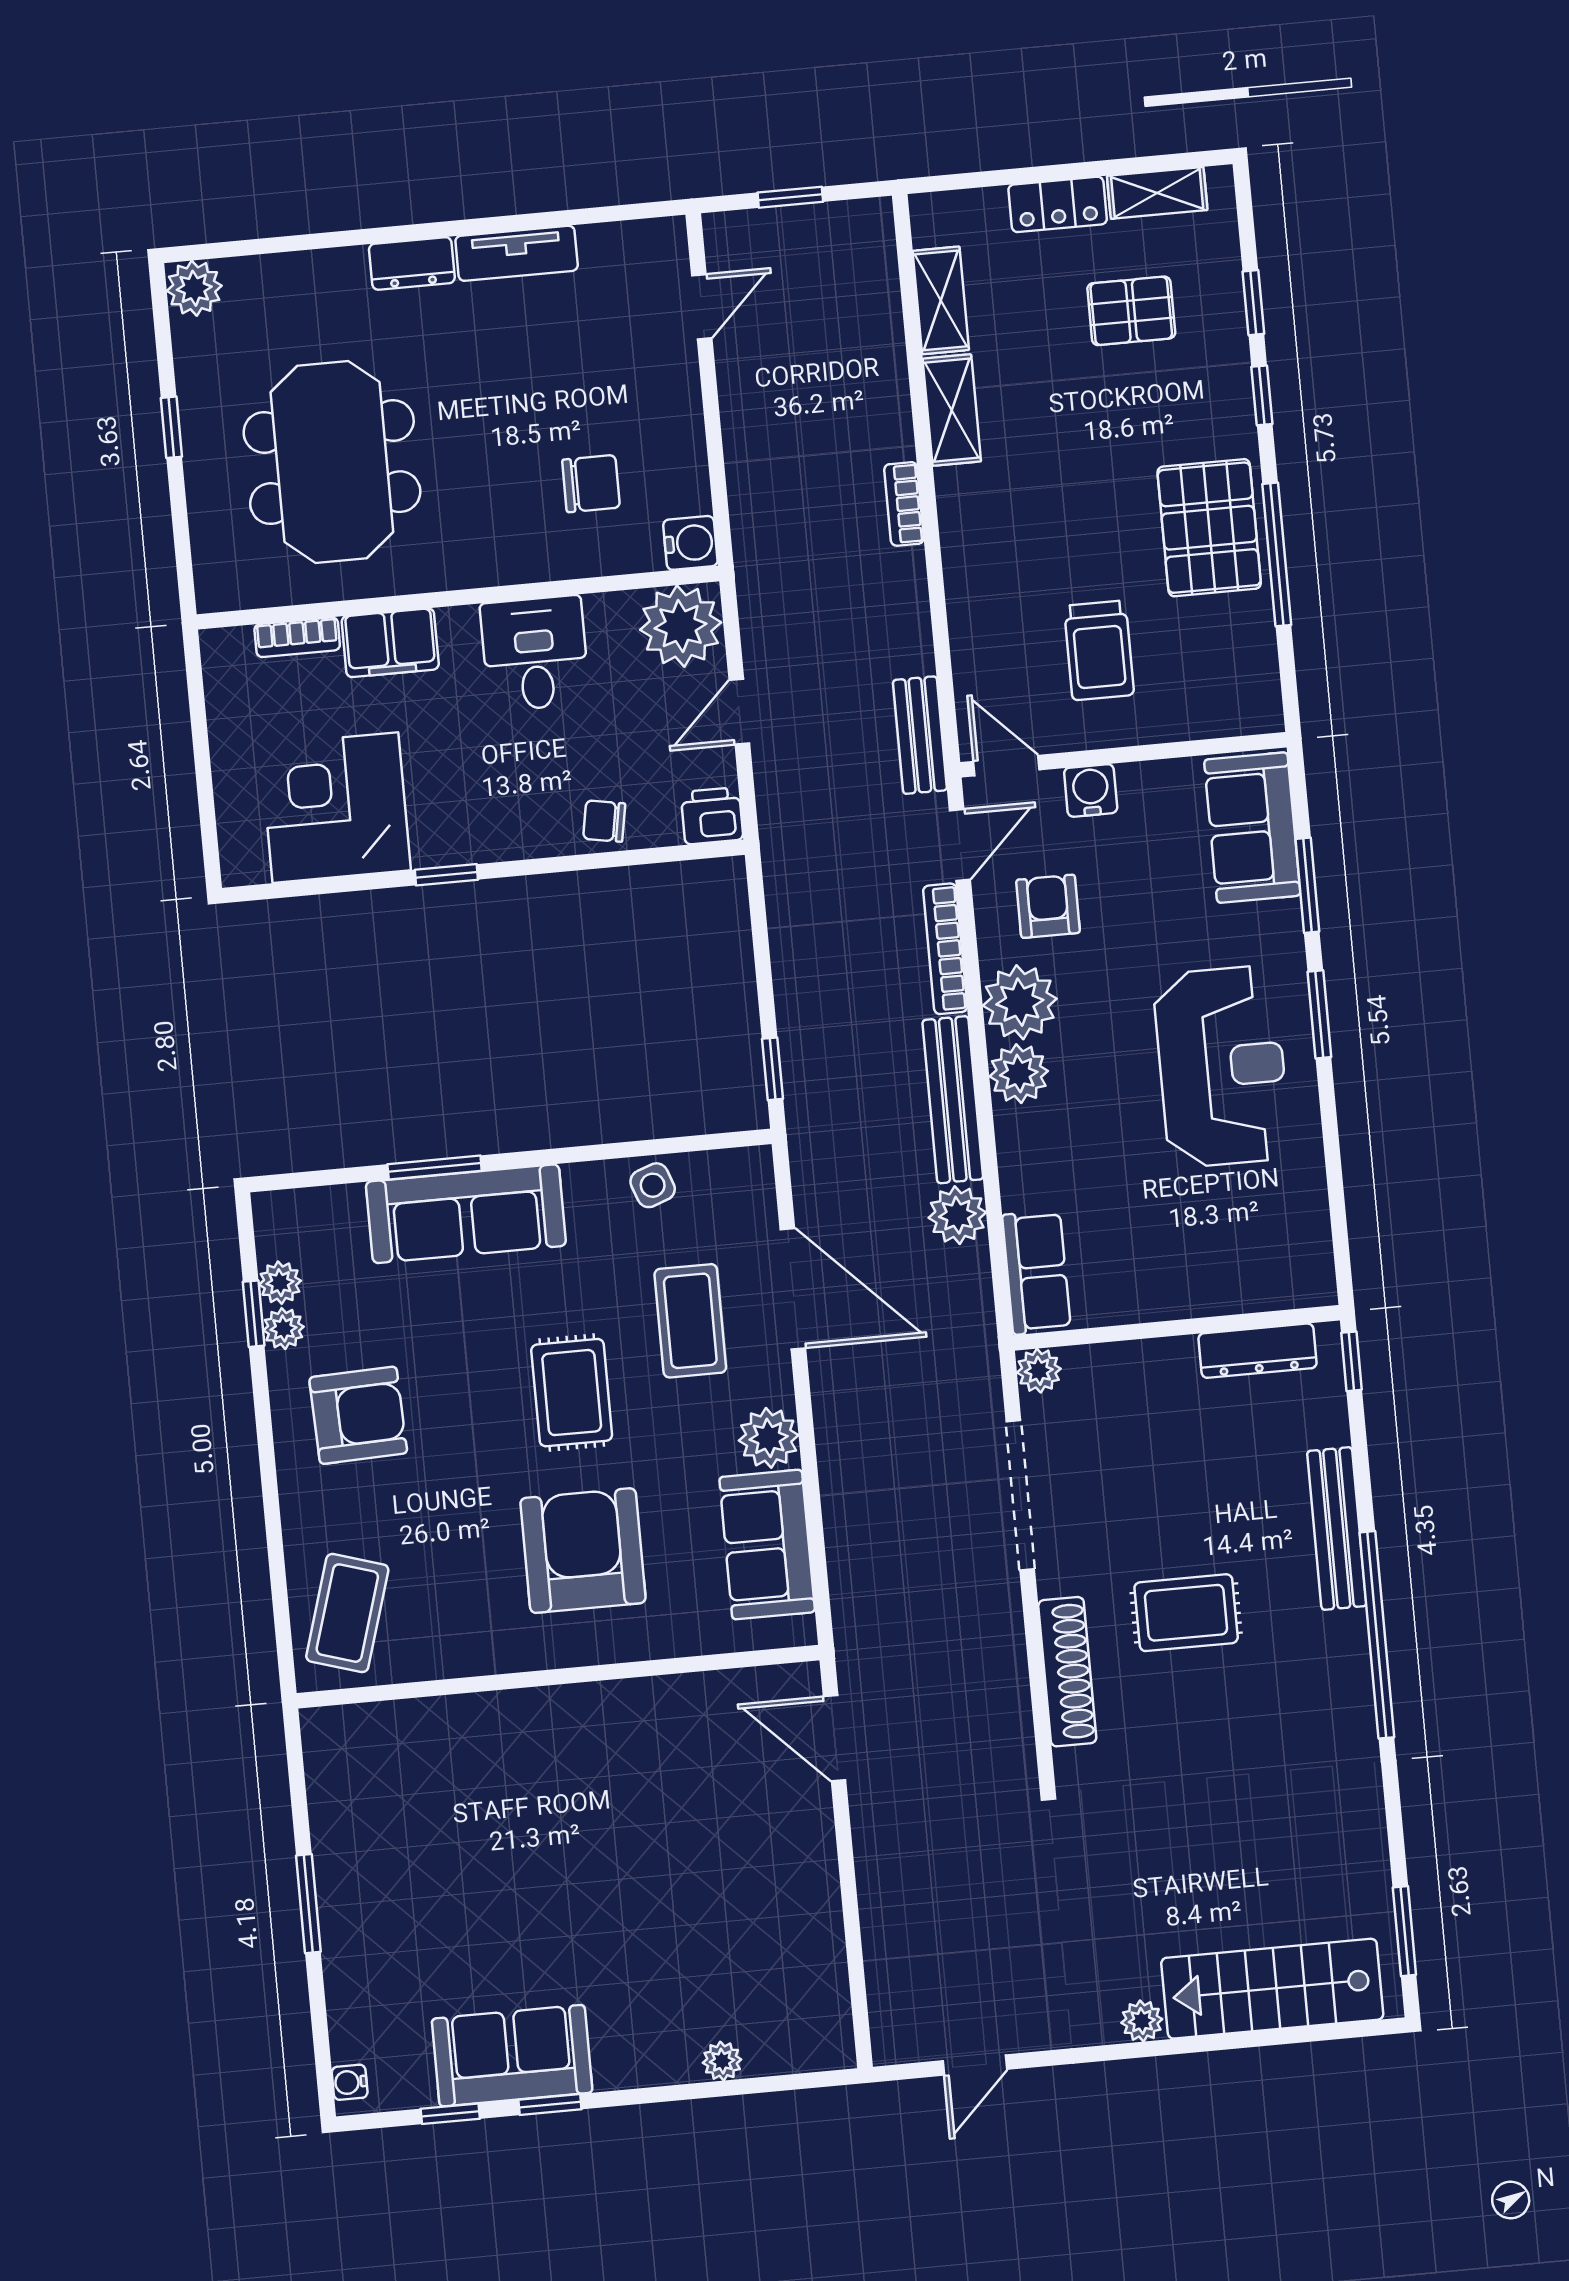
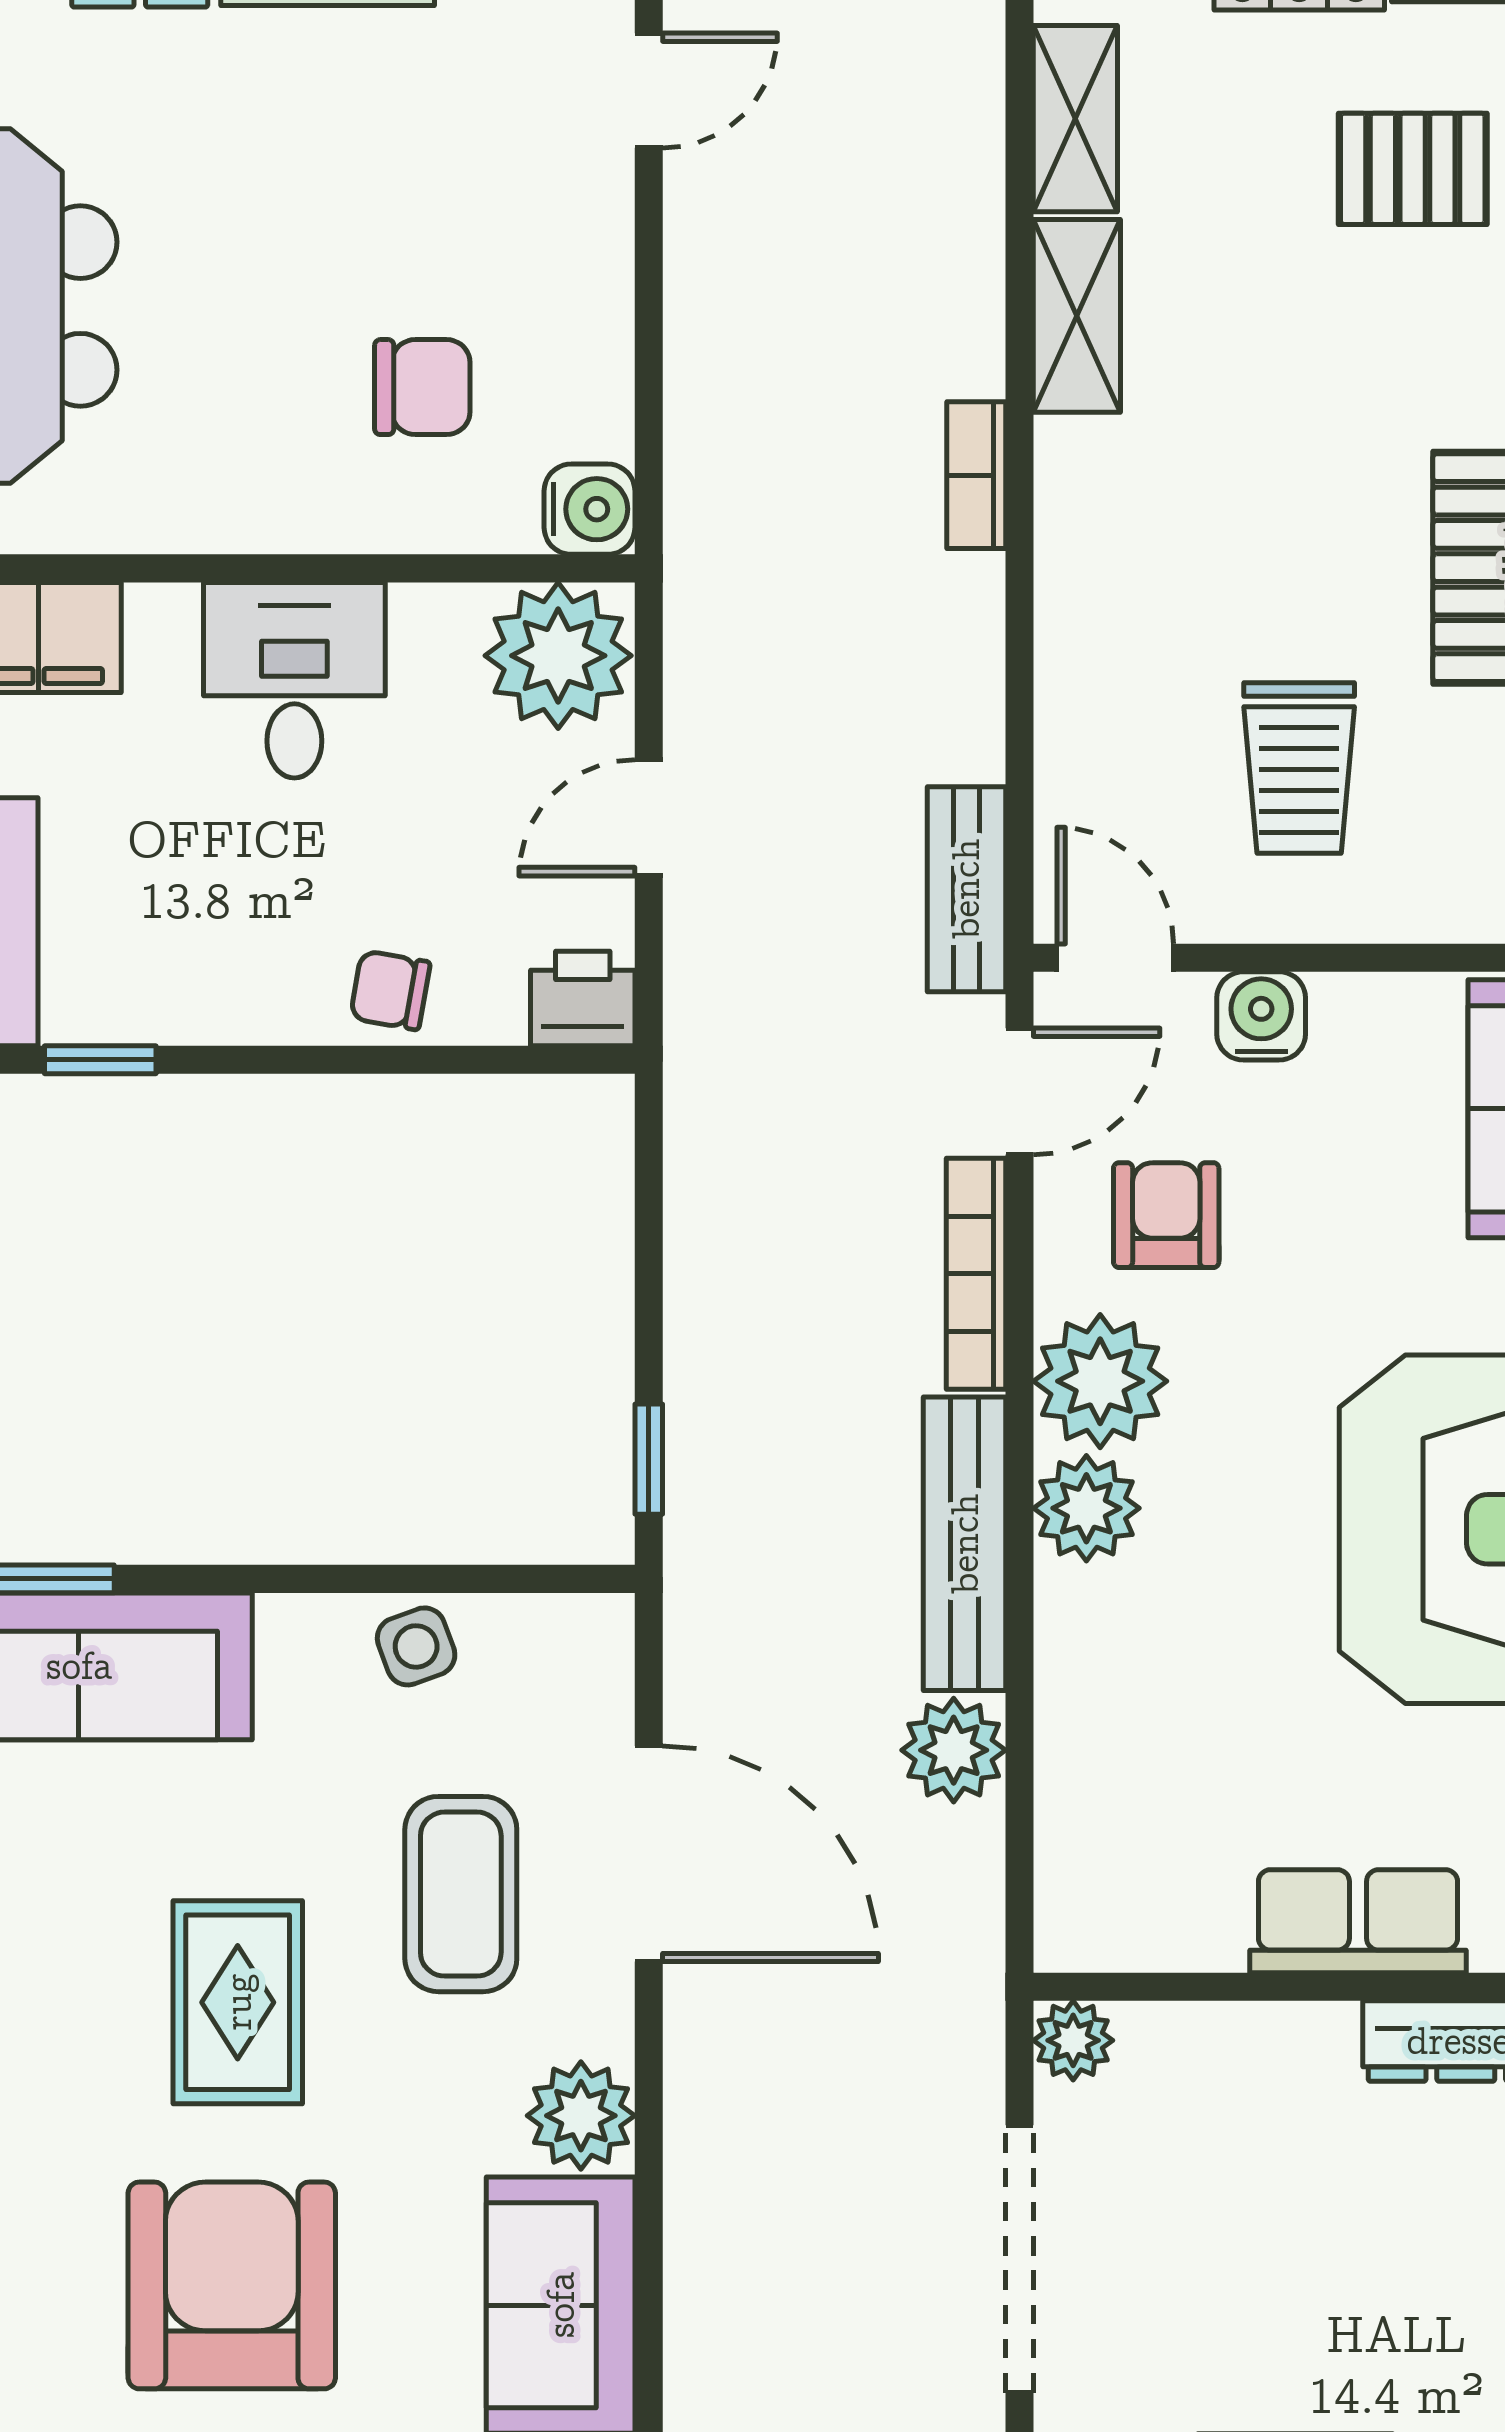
row of seats: (1036, 1272) -> (1358, 1921), moved, turned -90

